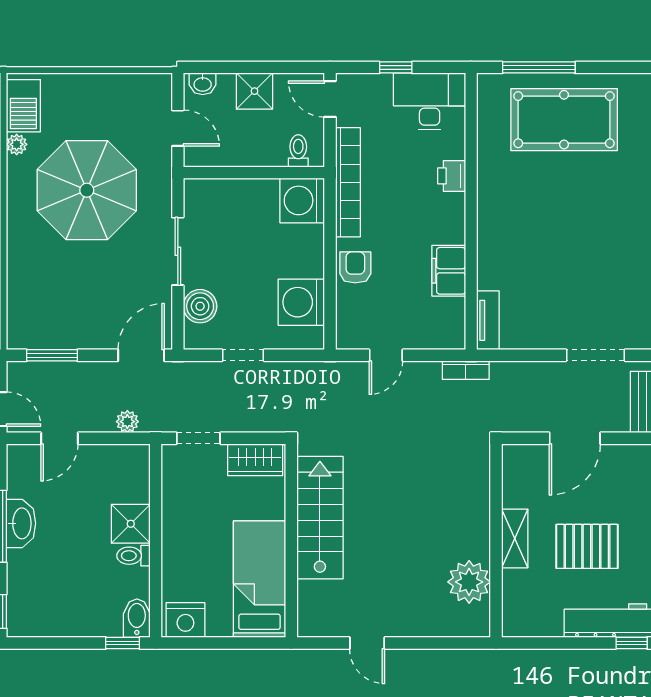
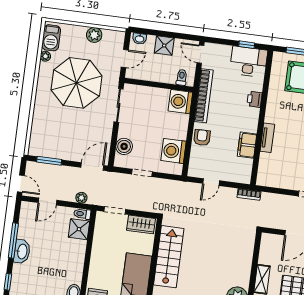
window: (396, 67) -> (247, 45), moved
plant: (110, 88) -> (94, 35), added
door: (178, 128) -> (125, 59), hinge flipped
sliding door: (178, 251) -> (119, 105), moved
tv unit: (488, 320) -> (267, 138), moved
washbasin: (21, 523) -> (22, 251), moved
shower: (131, 524) -> (79, 229), moved
toilet: (133, 556) -> (82, 214), moved

